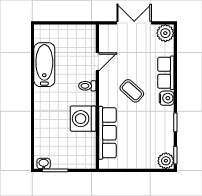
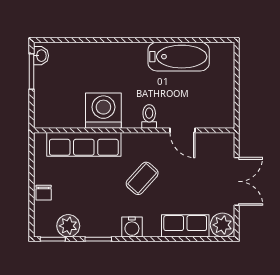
row of seats: (166, 73) -> (185, 226), moved
plant: (166, 161) -> (68, 226), moved
chair: (142, 162) -> (44, 193), added

